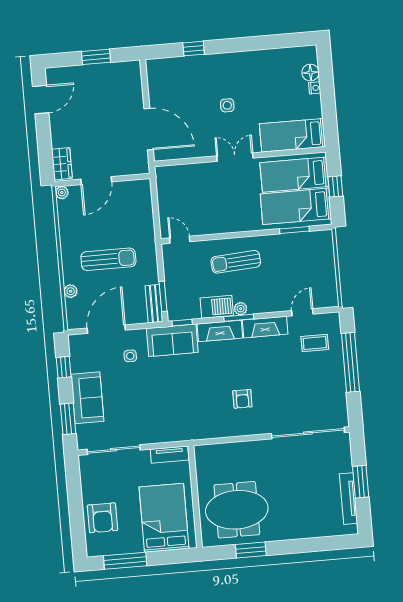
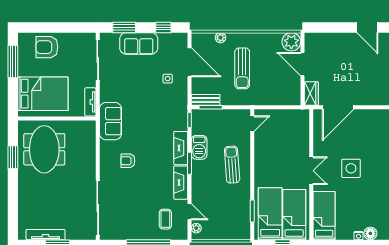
side table: (227, 105) -> (351, 168), width x1.87, depth x1.87
wardrobe: (62, 164) -> (311, 94), moved, turned -90
plant: (62, 193) -> (291, 42), width x1.87, depth x1.87
plant: (241, 309) -> (196, 228), moved
sofa: (172, 340) -> (110, 121), moved, turned 180

